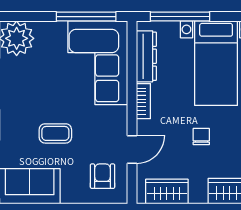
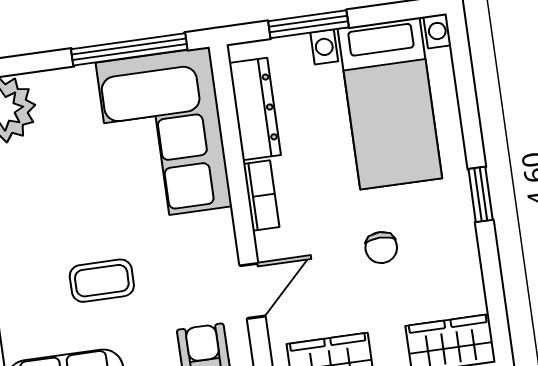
window: (180, 17) -> (308, 24), width x0.69
chair: (201, 137) -> (381, 248), turned 180

